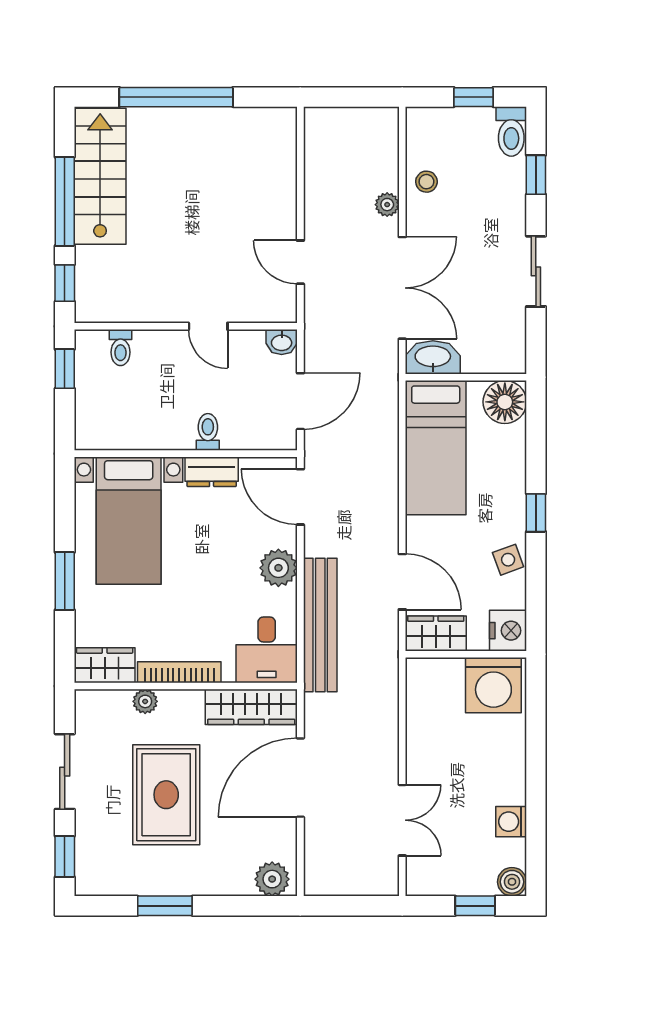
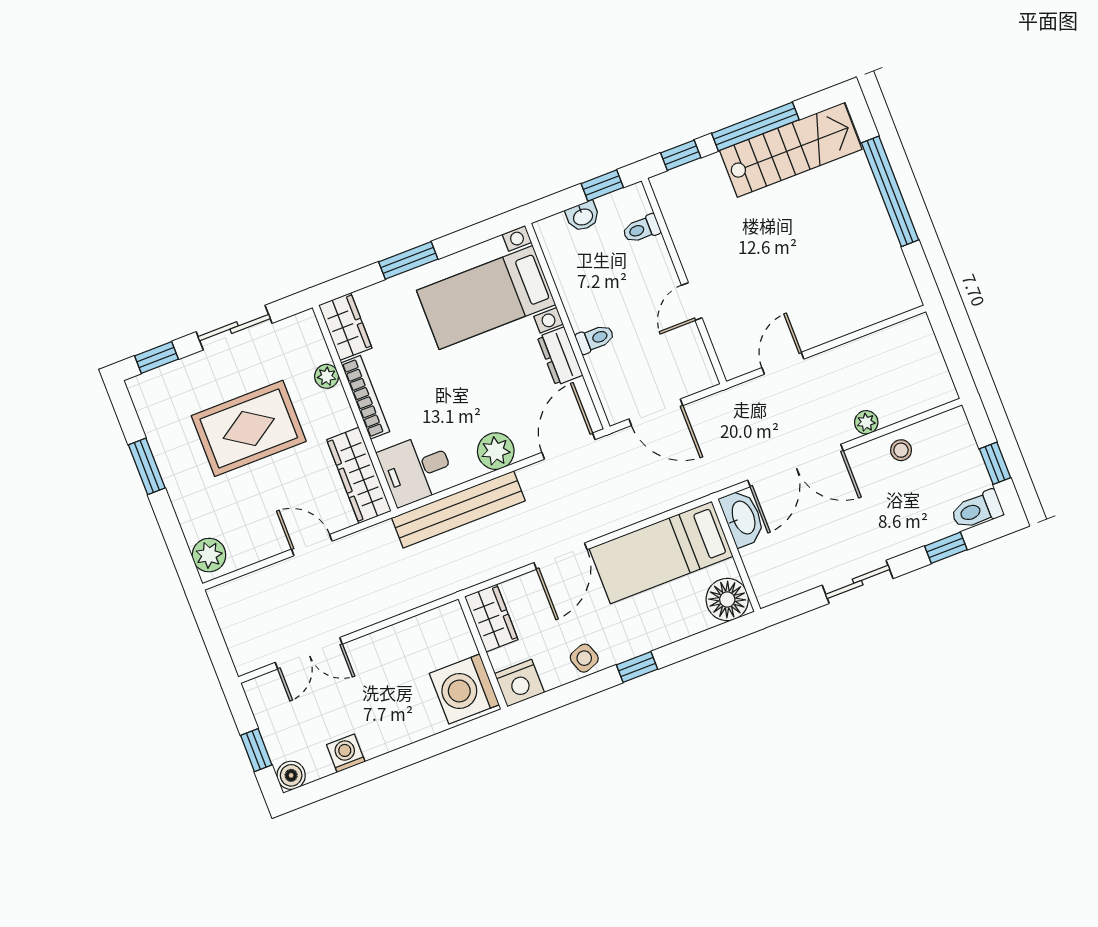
washbasin: (282, 342) -> (583, 216), moved, turned -90
door: (402, 582) -> (561, 556), moved
door: (300, 778) -> (312, 545), width x0.53

